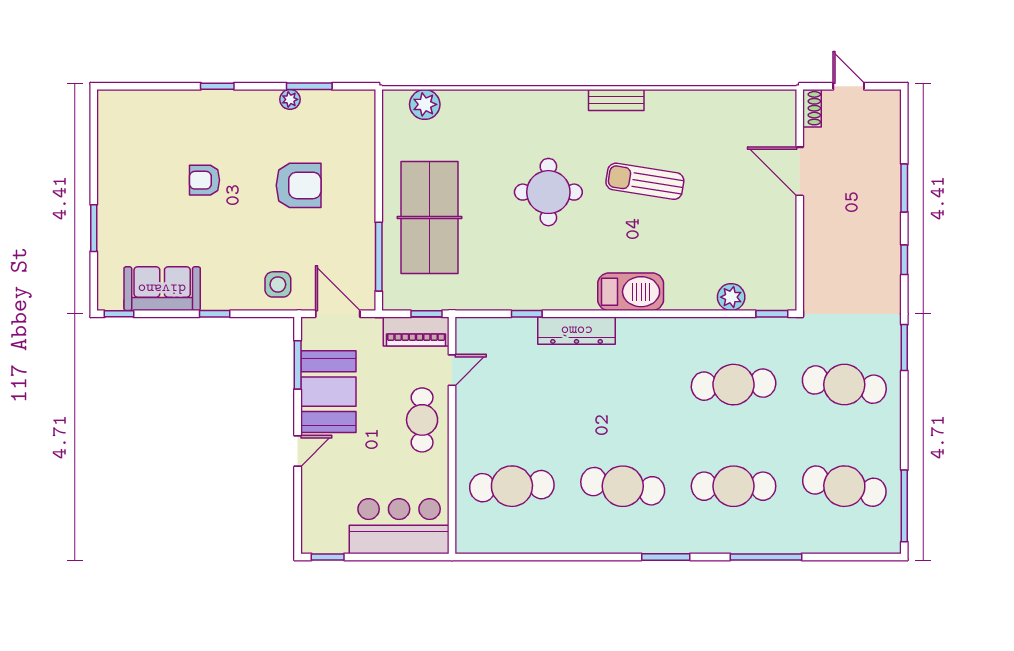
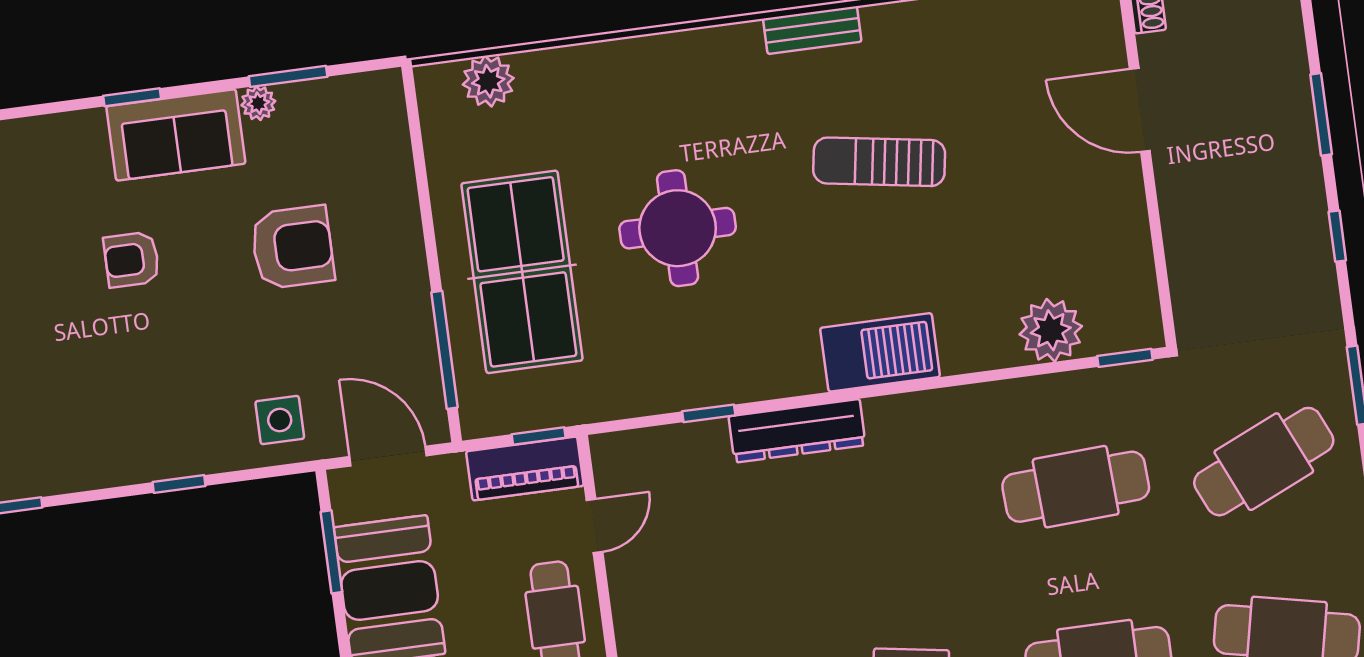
round table: (548, 192) -> (678, 228), moved
sofa: (162, 289) -> (176, 135), moved, turned 180
plant: (731, 297) -> (1051, 330), width x1.36, depth x1.36
cafe table: (844, 385) -> (1264, 462), turned -33

